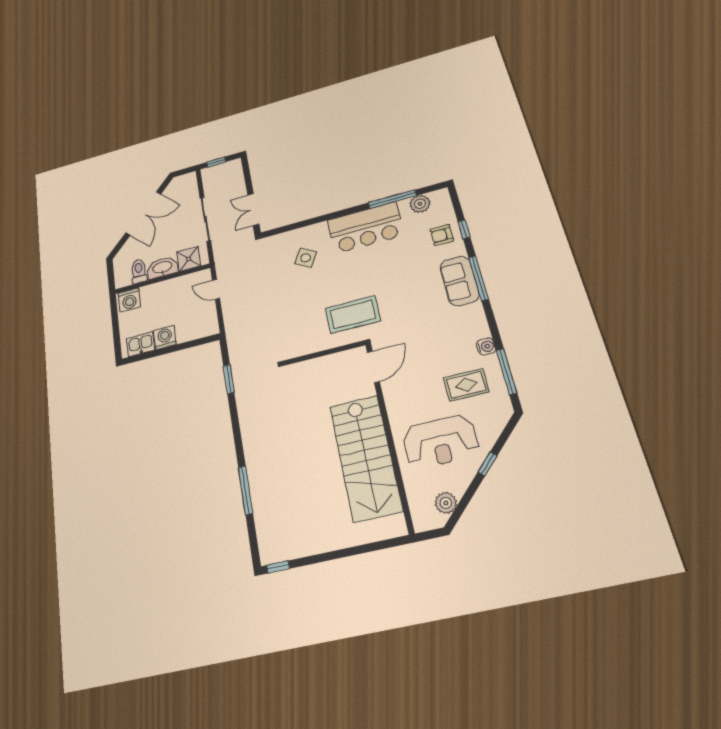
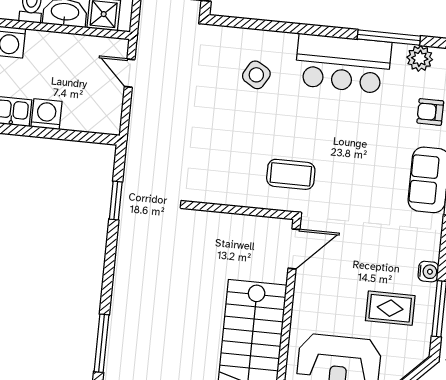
coffee table: (353, 315) -> (291, 174), width x0.73, depth x0.76

